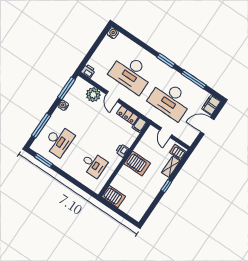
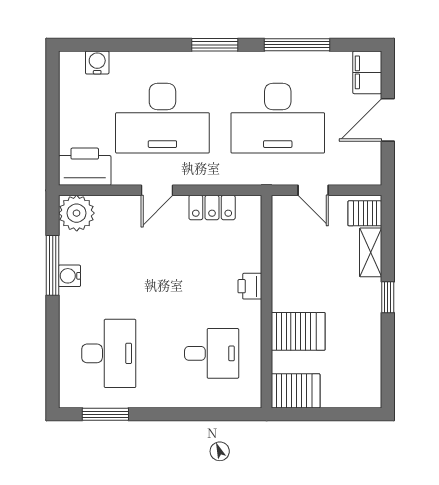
water cooler: (113, 33) -> (97, 62), moved
printer: (88, 71) -> (85, 167), width x1.87, depth x1.48
window: (66, 88) -> (53, 265), moved
plant: (93, 95) -> (77, 213), moved
door: (113, 97) -> (157, 190), hinge flipped
filing cabinet: (140, 125) -> (250, 211), removed
window: (41, 126) -> (53, 347), removed
server rack: (137, 163) -> (298, 331), moved

